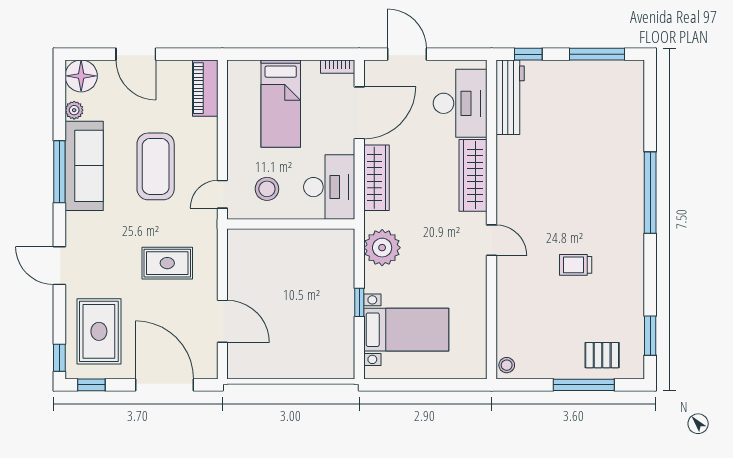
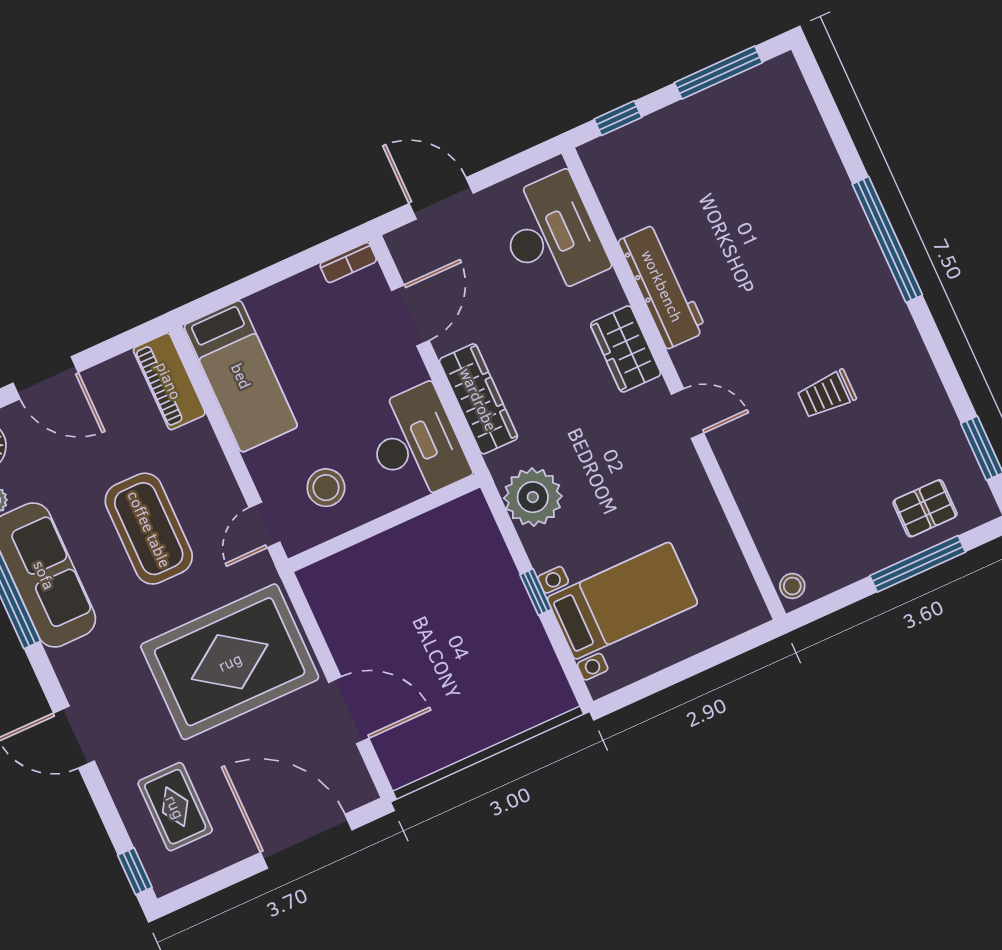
workbench: (510, 97) -> (662, 286), moved
bed: (281, 104) -> (241, 376), moved
door: (359, 113) -> (410, 316), width x0.73
wardrobe: (473, 175) -> (626, 349), width x0.67
rug: (167, 263) -> (230, 662), width x1.86, depth x2.06
rug: (99, 331) -> (175, 807), width x0.73, depth x0.70
window: (91, 385) -> (200, 890), removed

